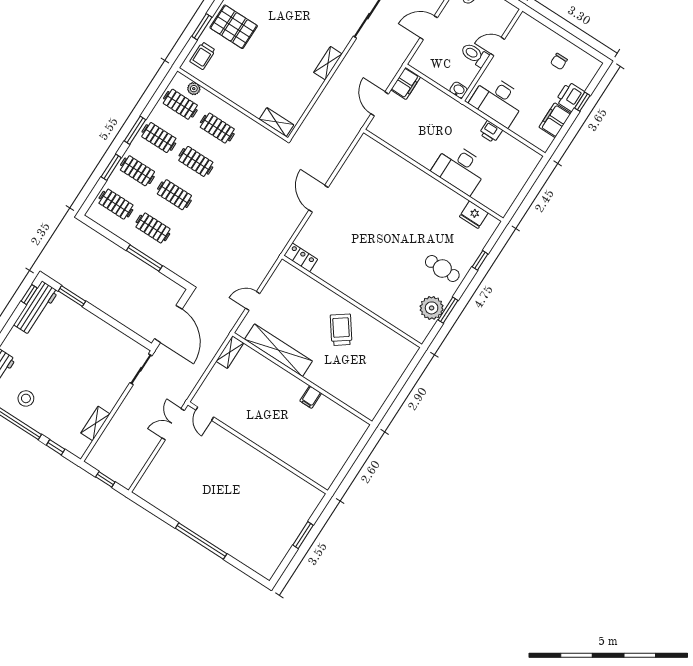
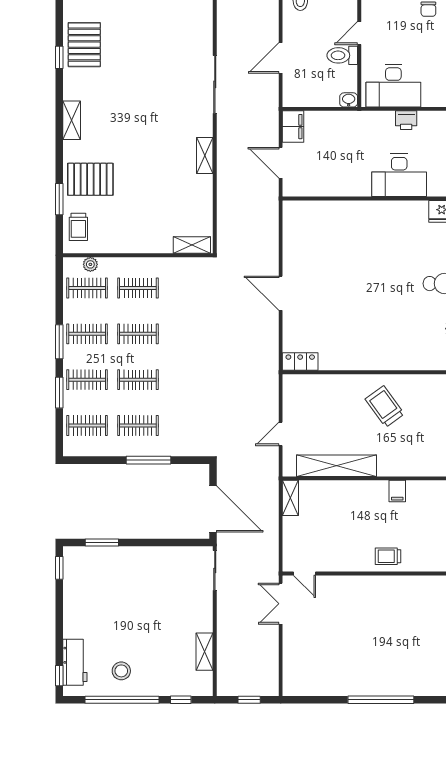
workbench: (36, 308) -> (74, 577), removed
trolley: (273, 440) -> (388, 556), added

